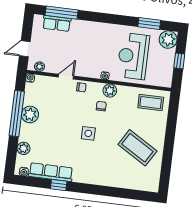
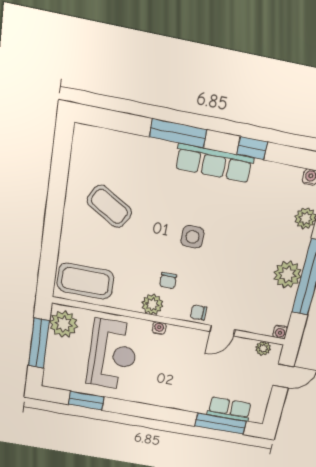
plant: (168, 40) -> (64, 324), moved
window: (179, 61) -> (39, 343), width x2.17
coffee table: (151, 103) -> (85, 281), width x1.36, depth x1.32
coffee table: (137, 148) -> (109, 206), width x0.73, depth x0.76
row of seats: (51, 172) -> (214, 163), moved
window: (100, 190) -> (178, 133), added

